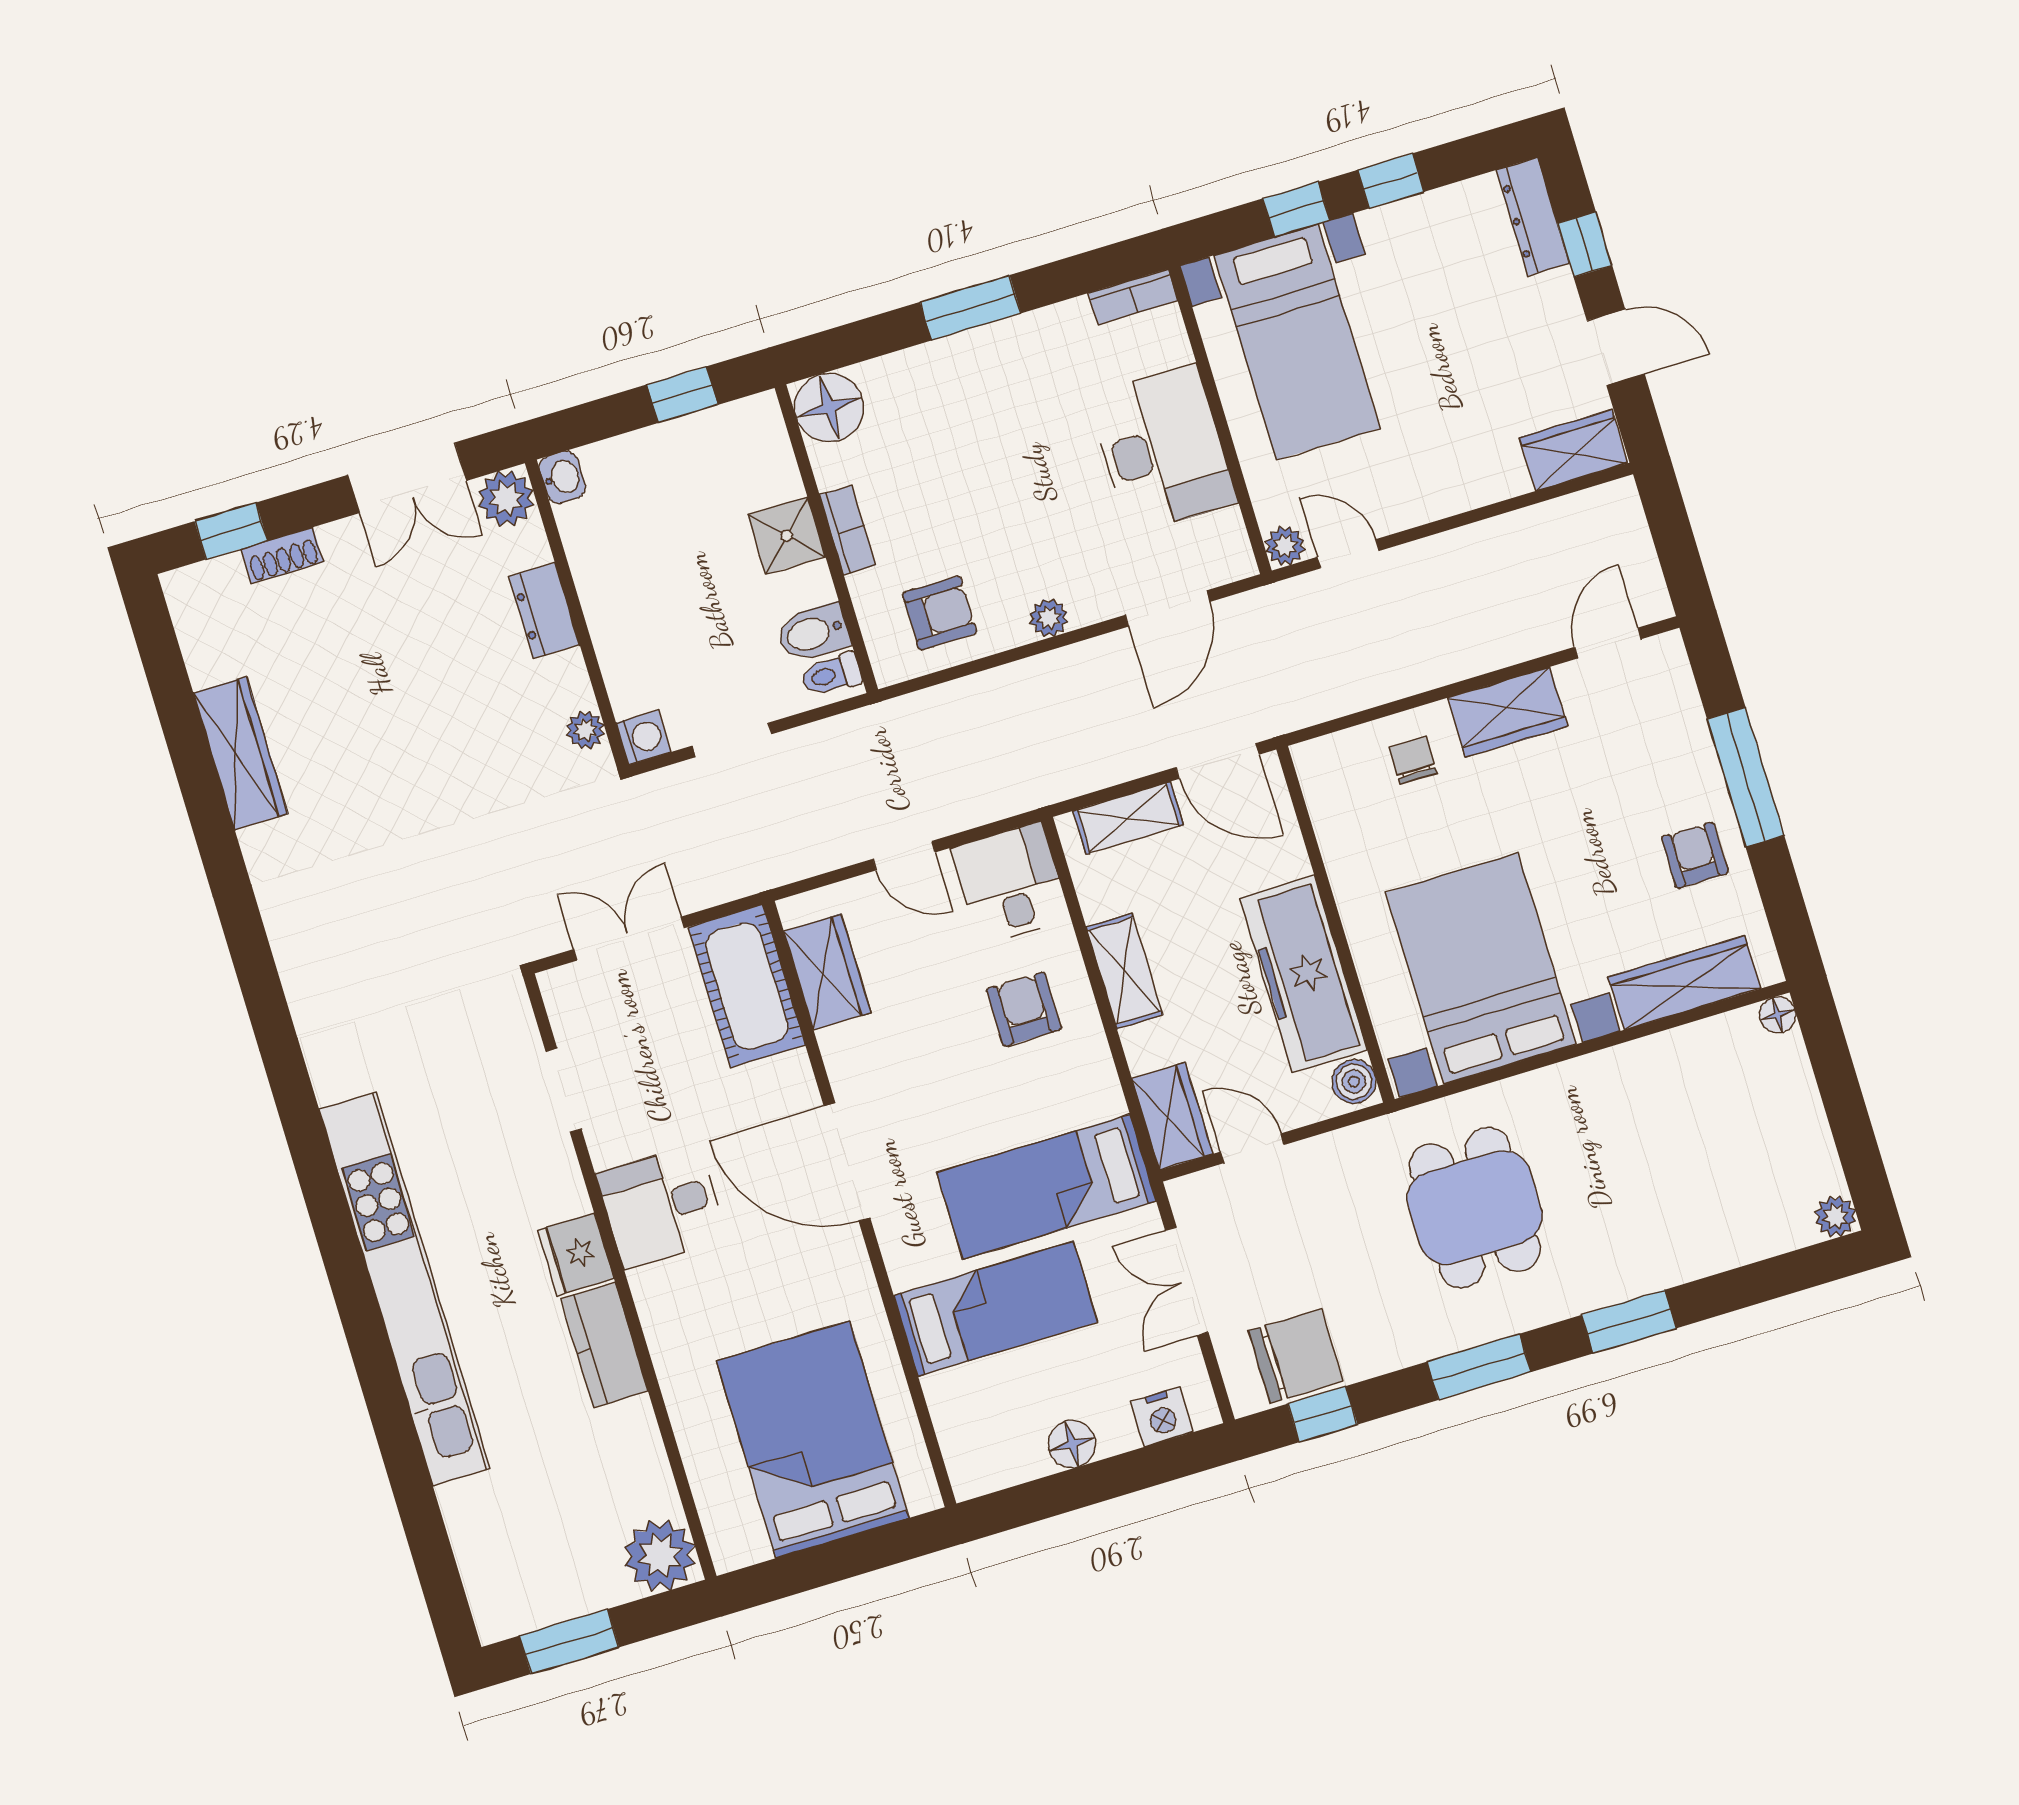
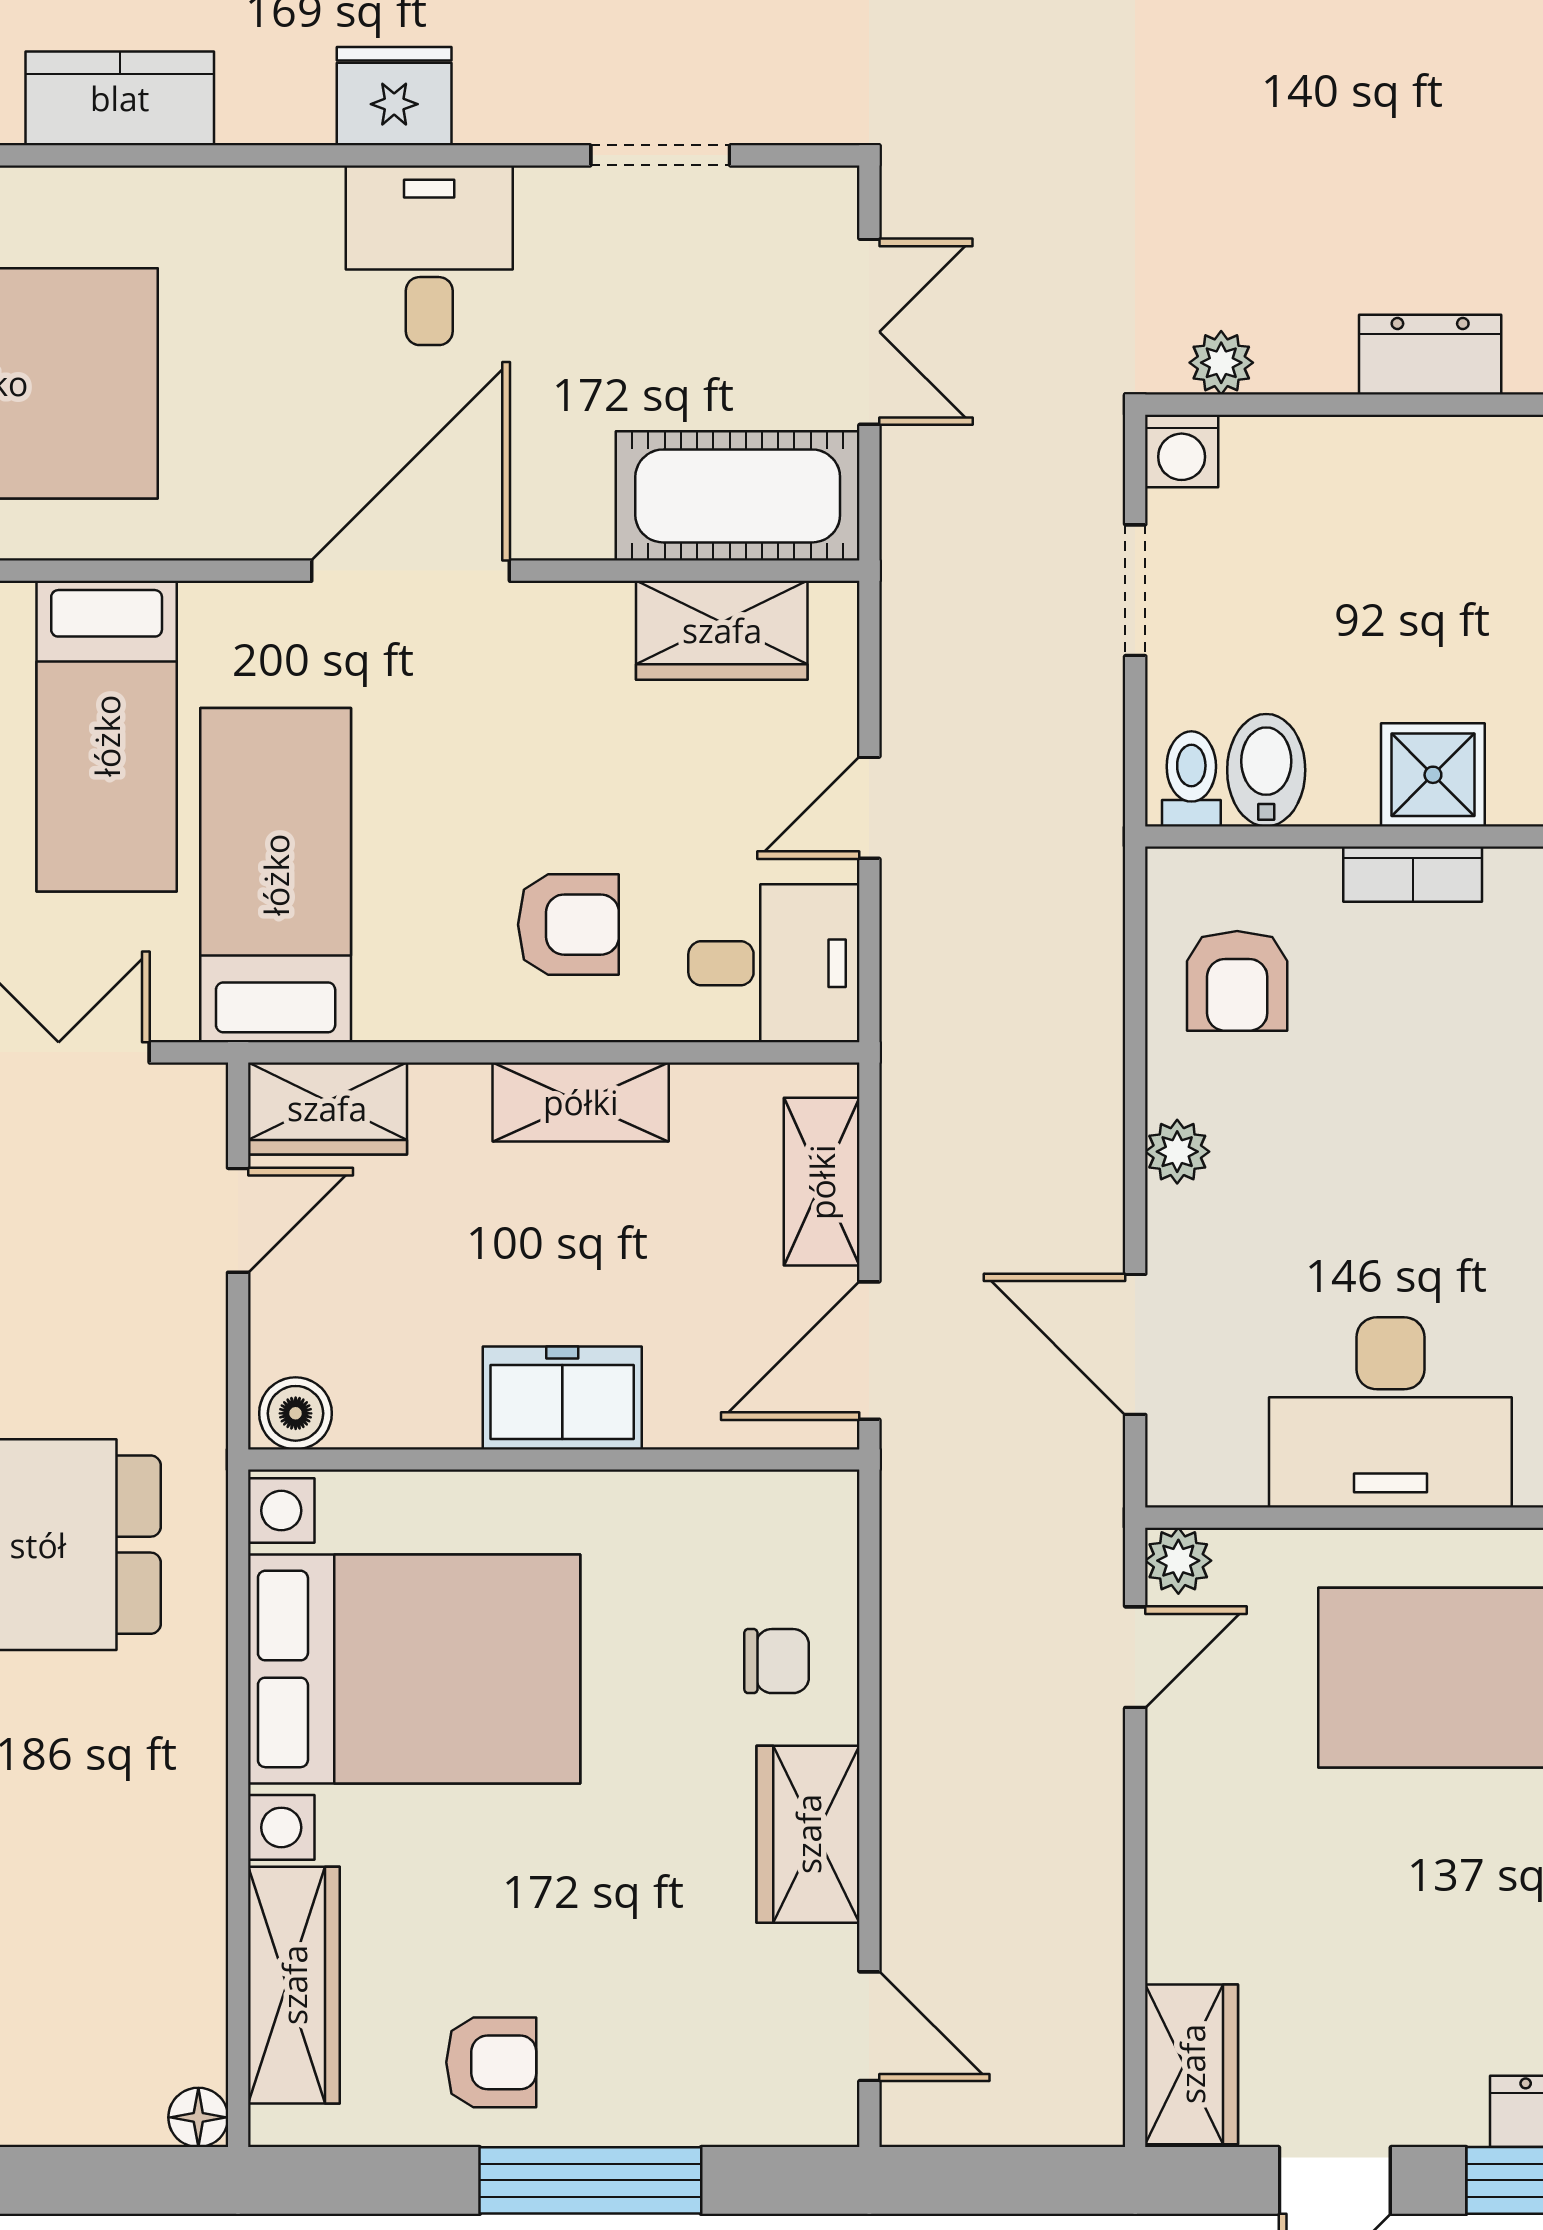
freezer: (1303, 974) -> (562, 1398), width x0.52, depth x0.79
kitchen counter: (605, 1345) -> (120, 98), moved

